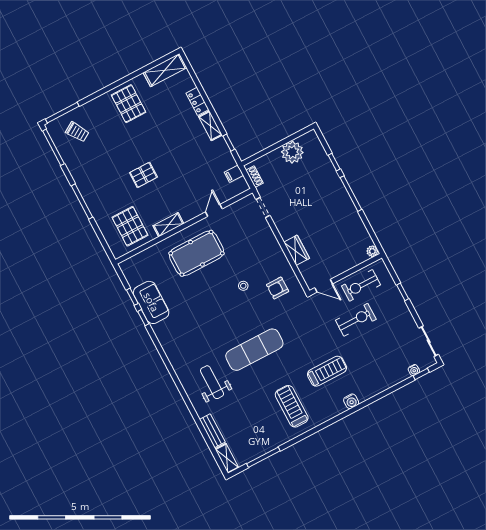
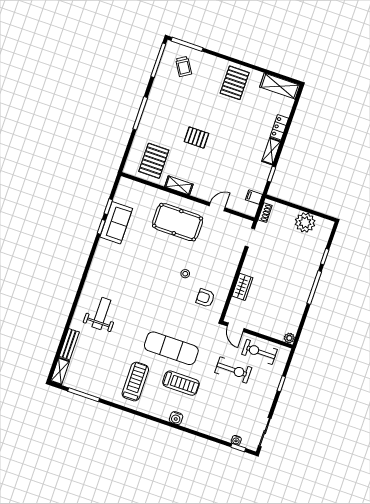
exercise mat: (254, 350) -> (171, 348), moved

